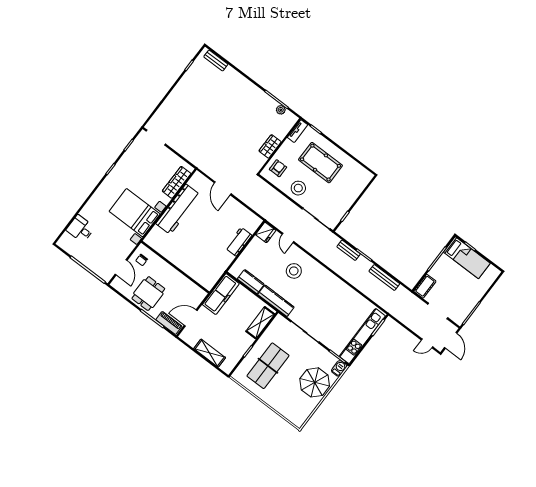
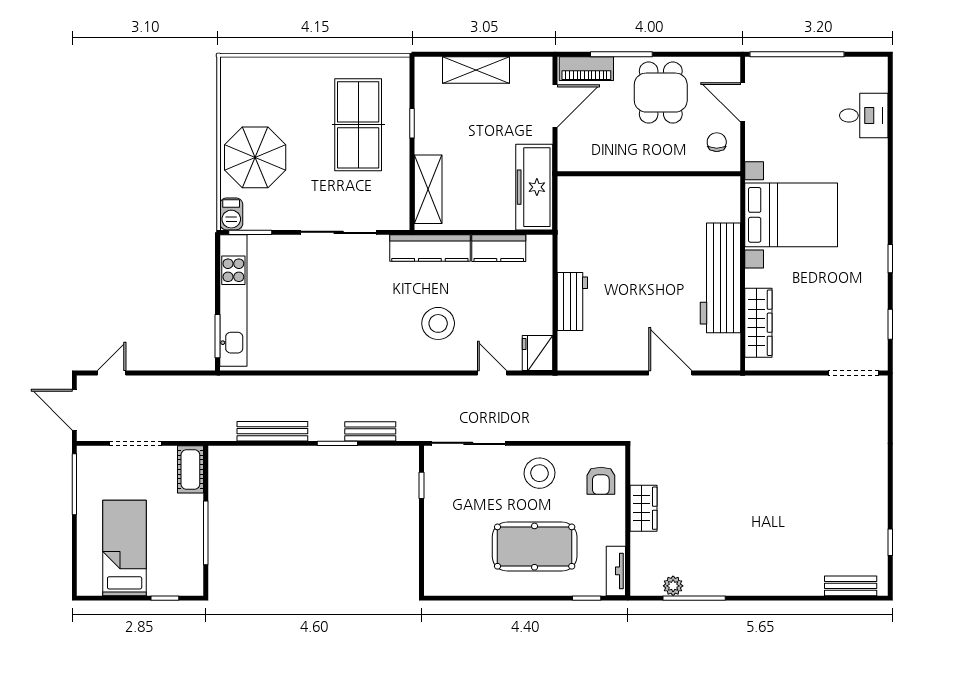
bed: (467, 258) -> (125, 548), moved, turned 90

